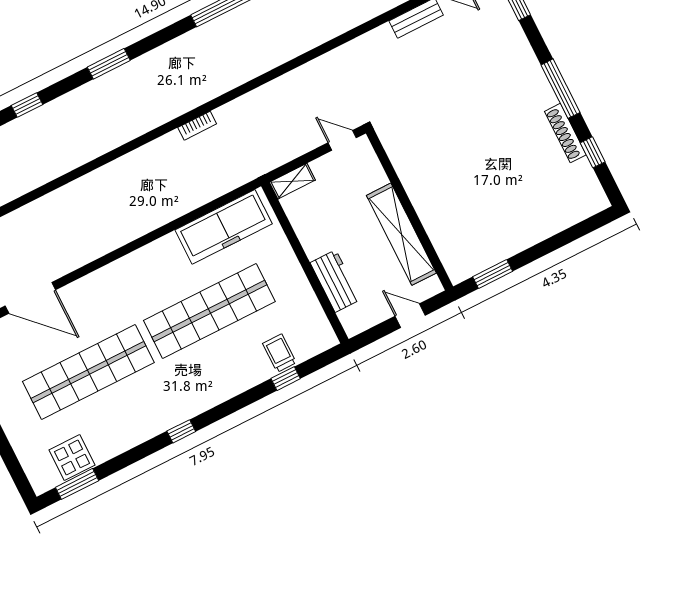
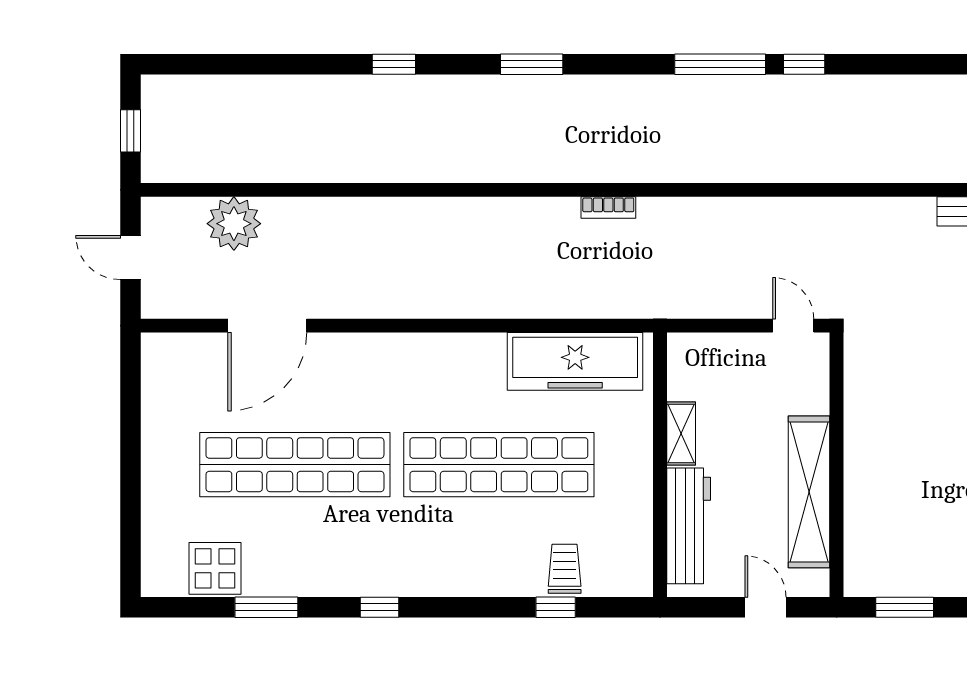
shelving: (292, 181) -> (681, 434), moved, turned 90
workbench: (335, 281) -> (689, 526), width x1.38
door: (30, 298) -> (267, 326), hinge flipped
window: (77, 484) -> (266, 607), moved

